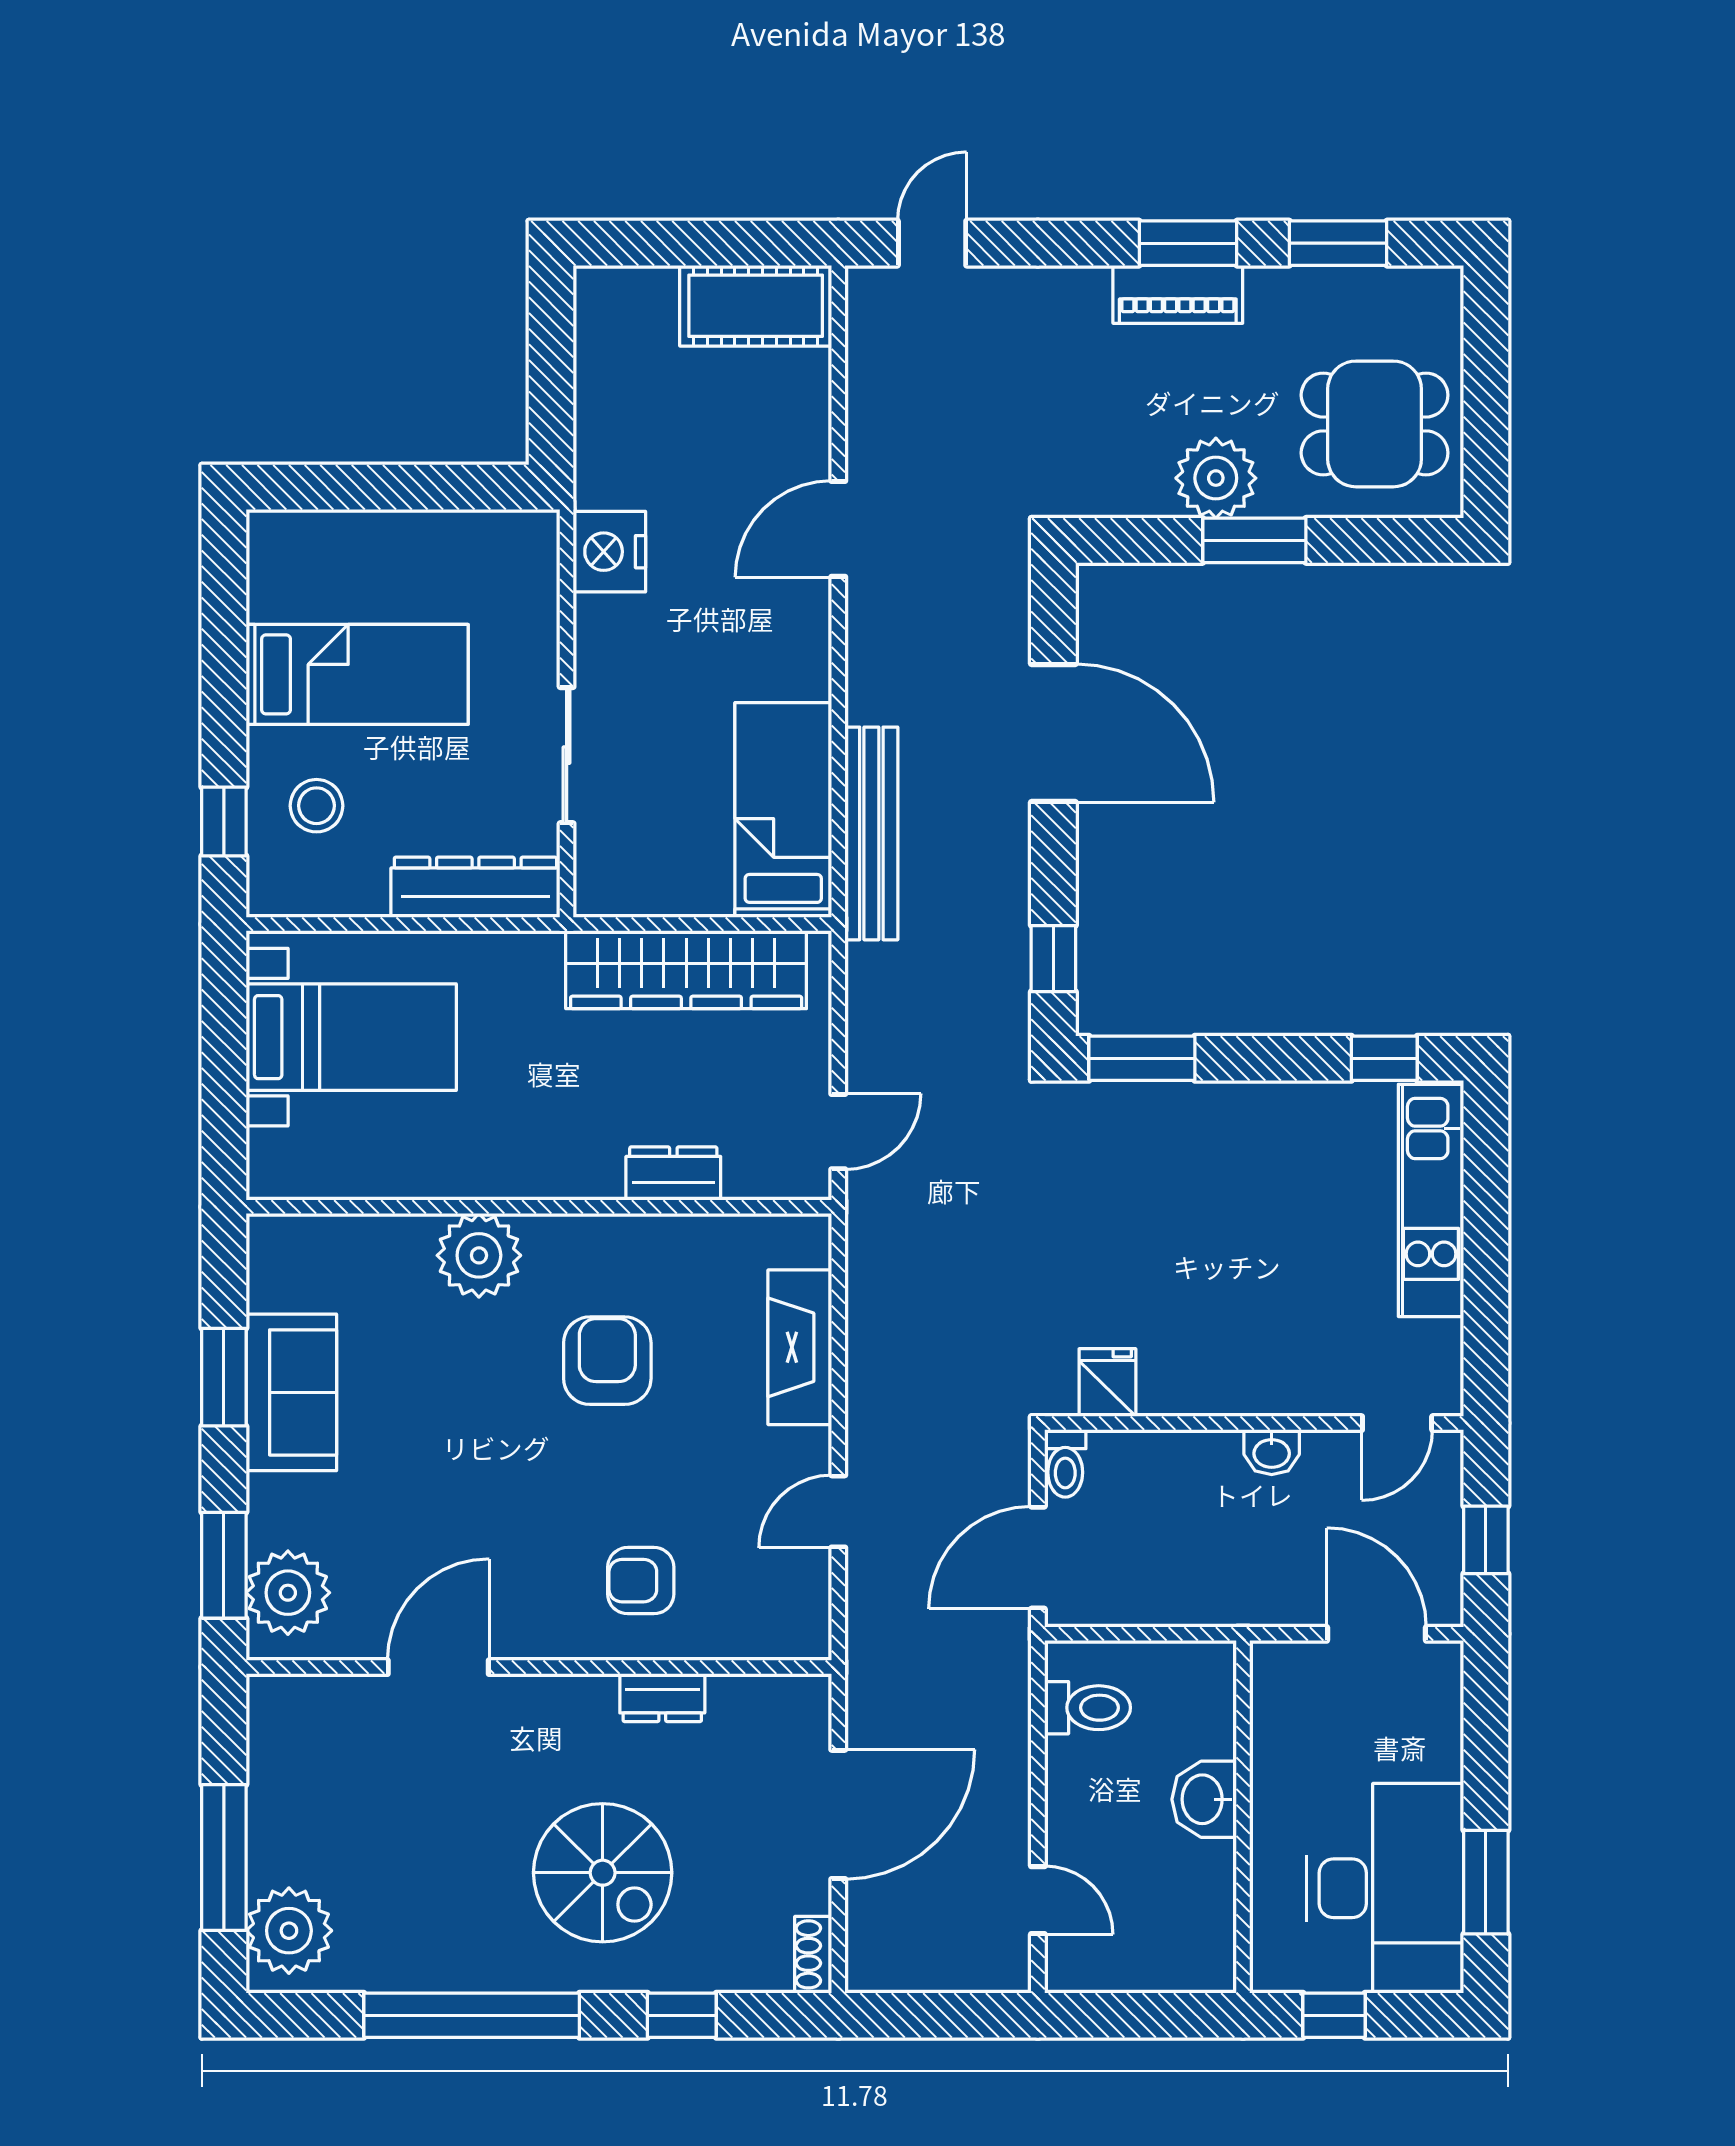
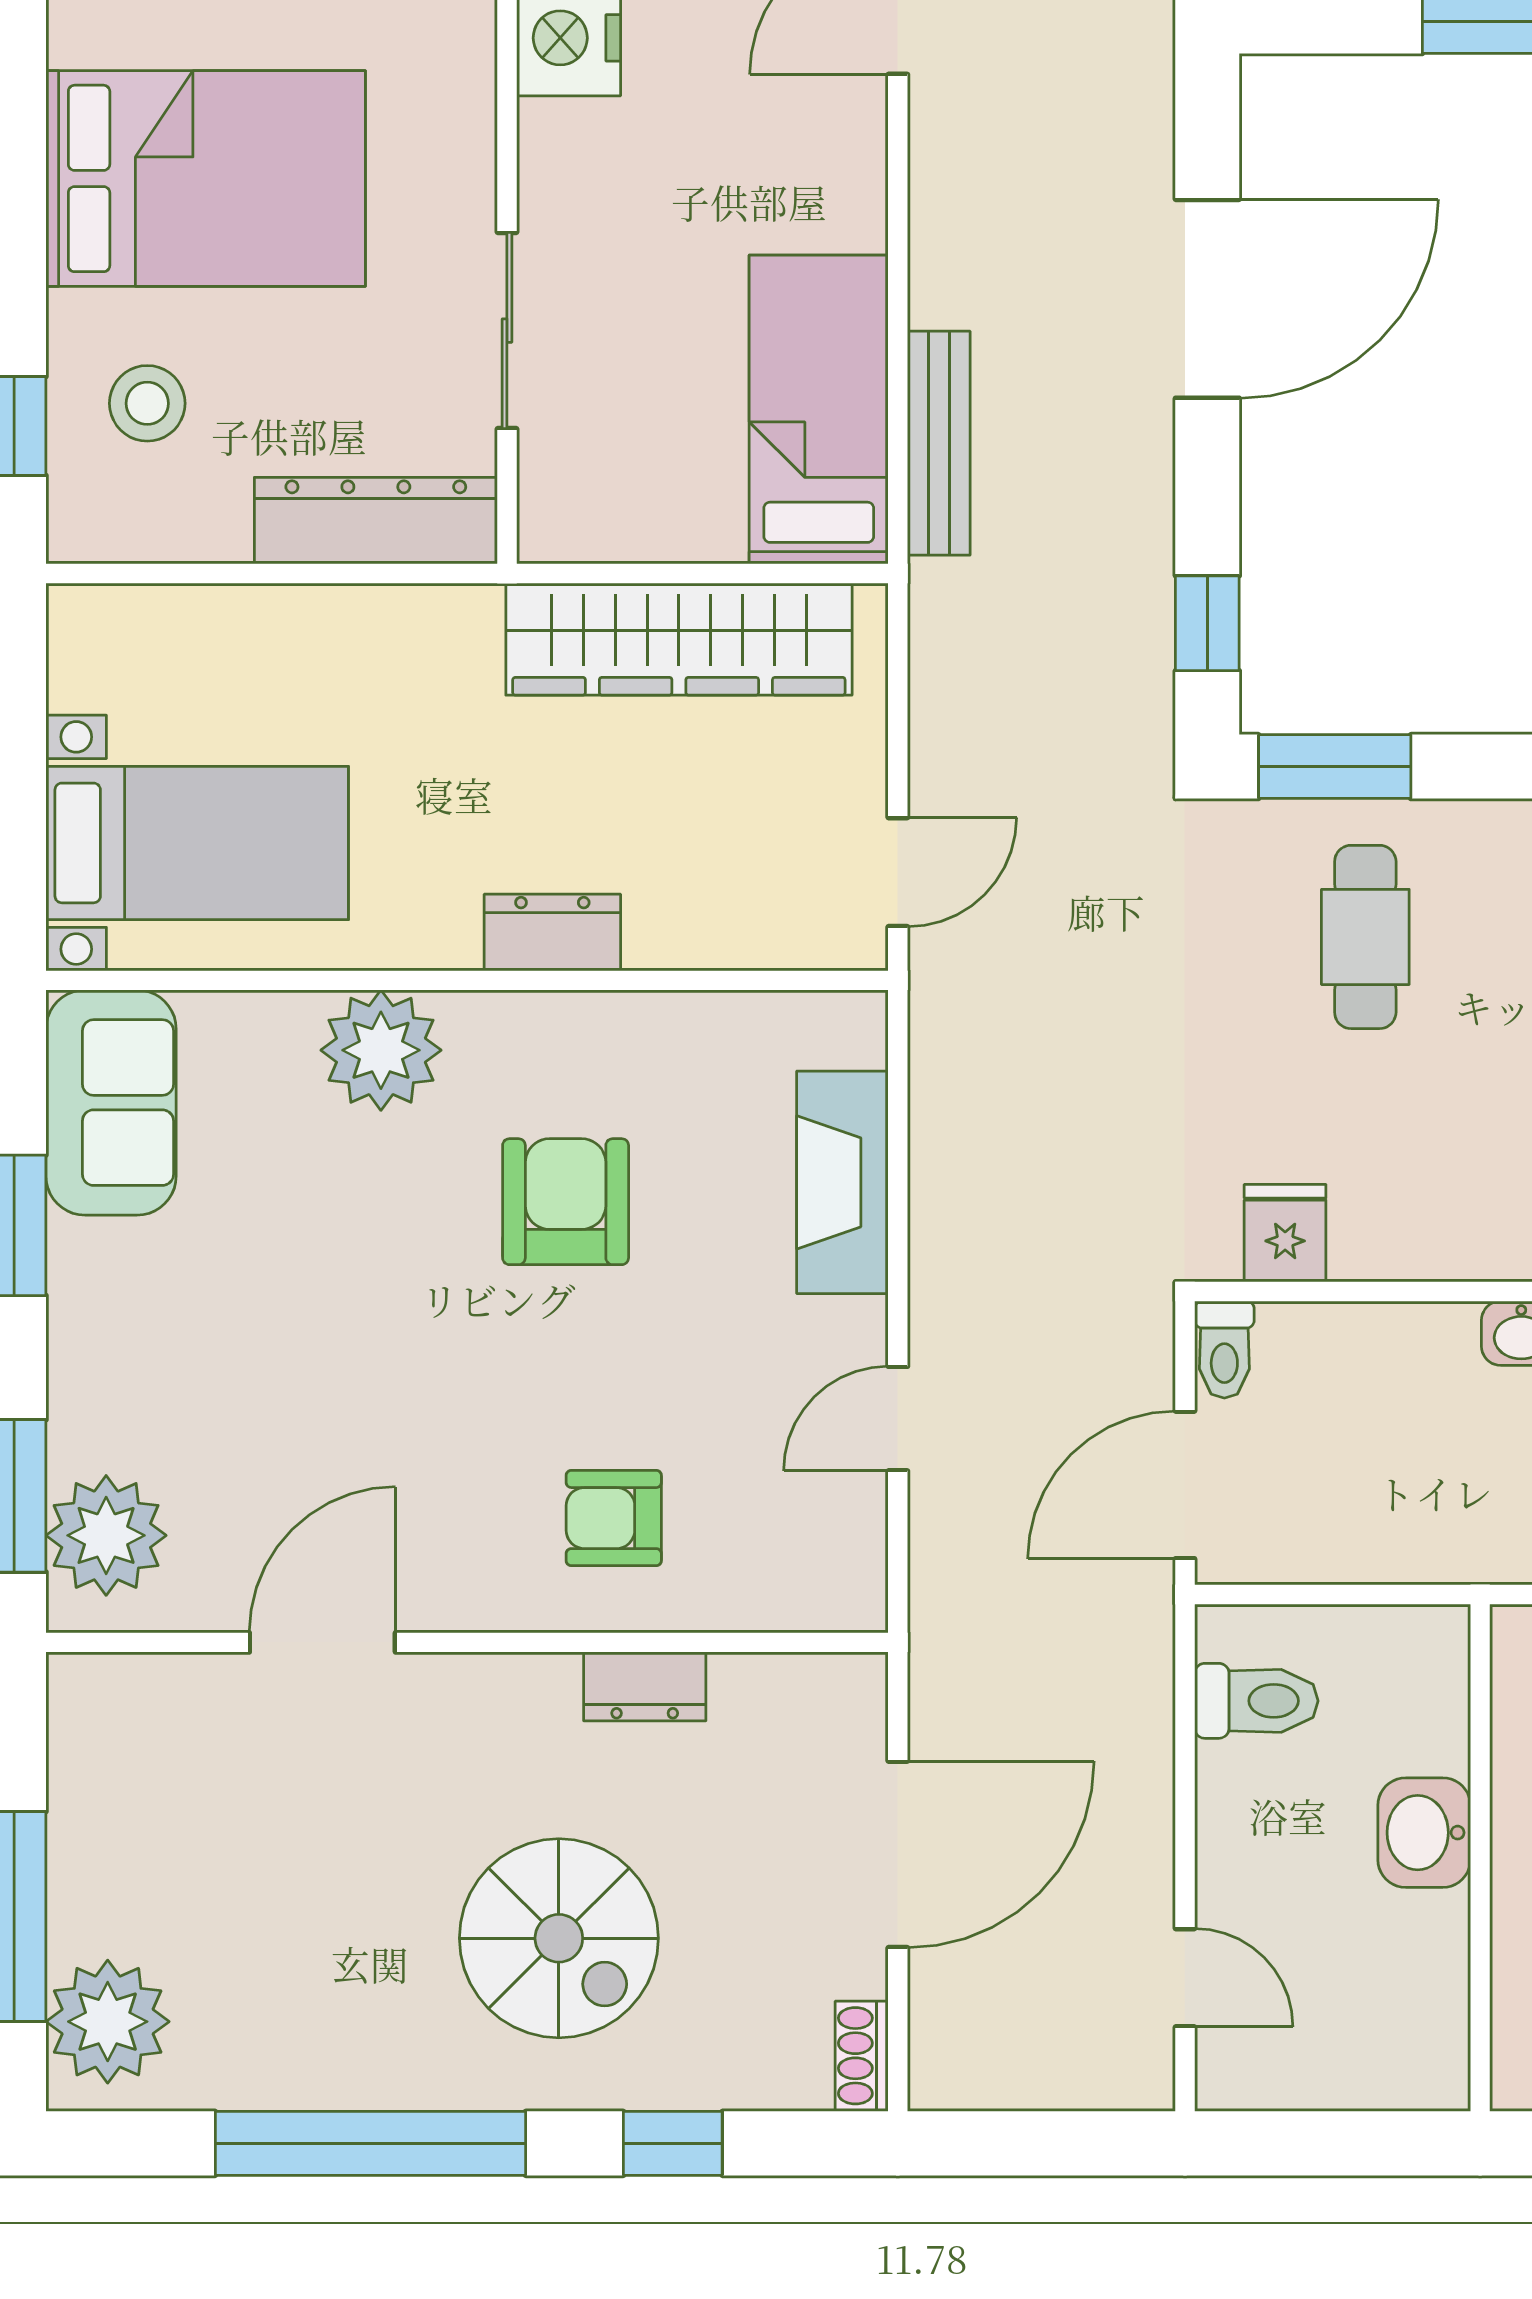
bed: (357, 674) -> (206, 178), width x1.50
door: (1053, 733) -> (1207, 299), hinge flipped
bench: (871, 833) -> (939, 443), width x0.73, depth x0.82
bed with nightstands: (351, 1037) -> (197, 843), moved
dresser: (673, 1174) -> (552, 932), moved
cafe table: (1163, 1177) -> (1365, 937), added
sofa: (291, 1392) -> (111, 1103), moved

